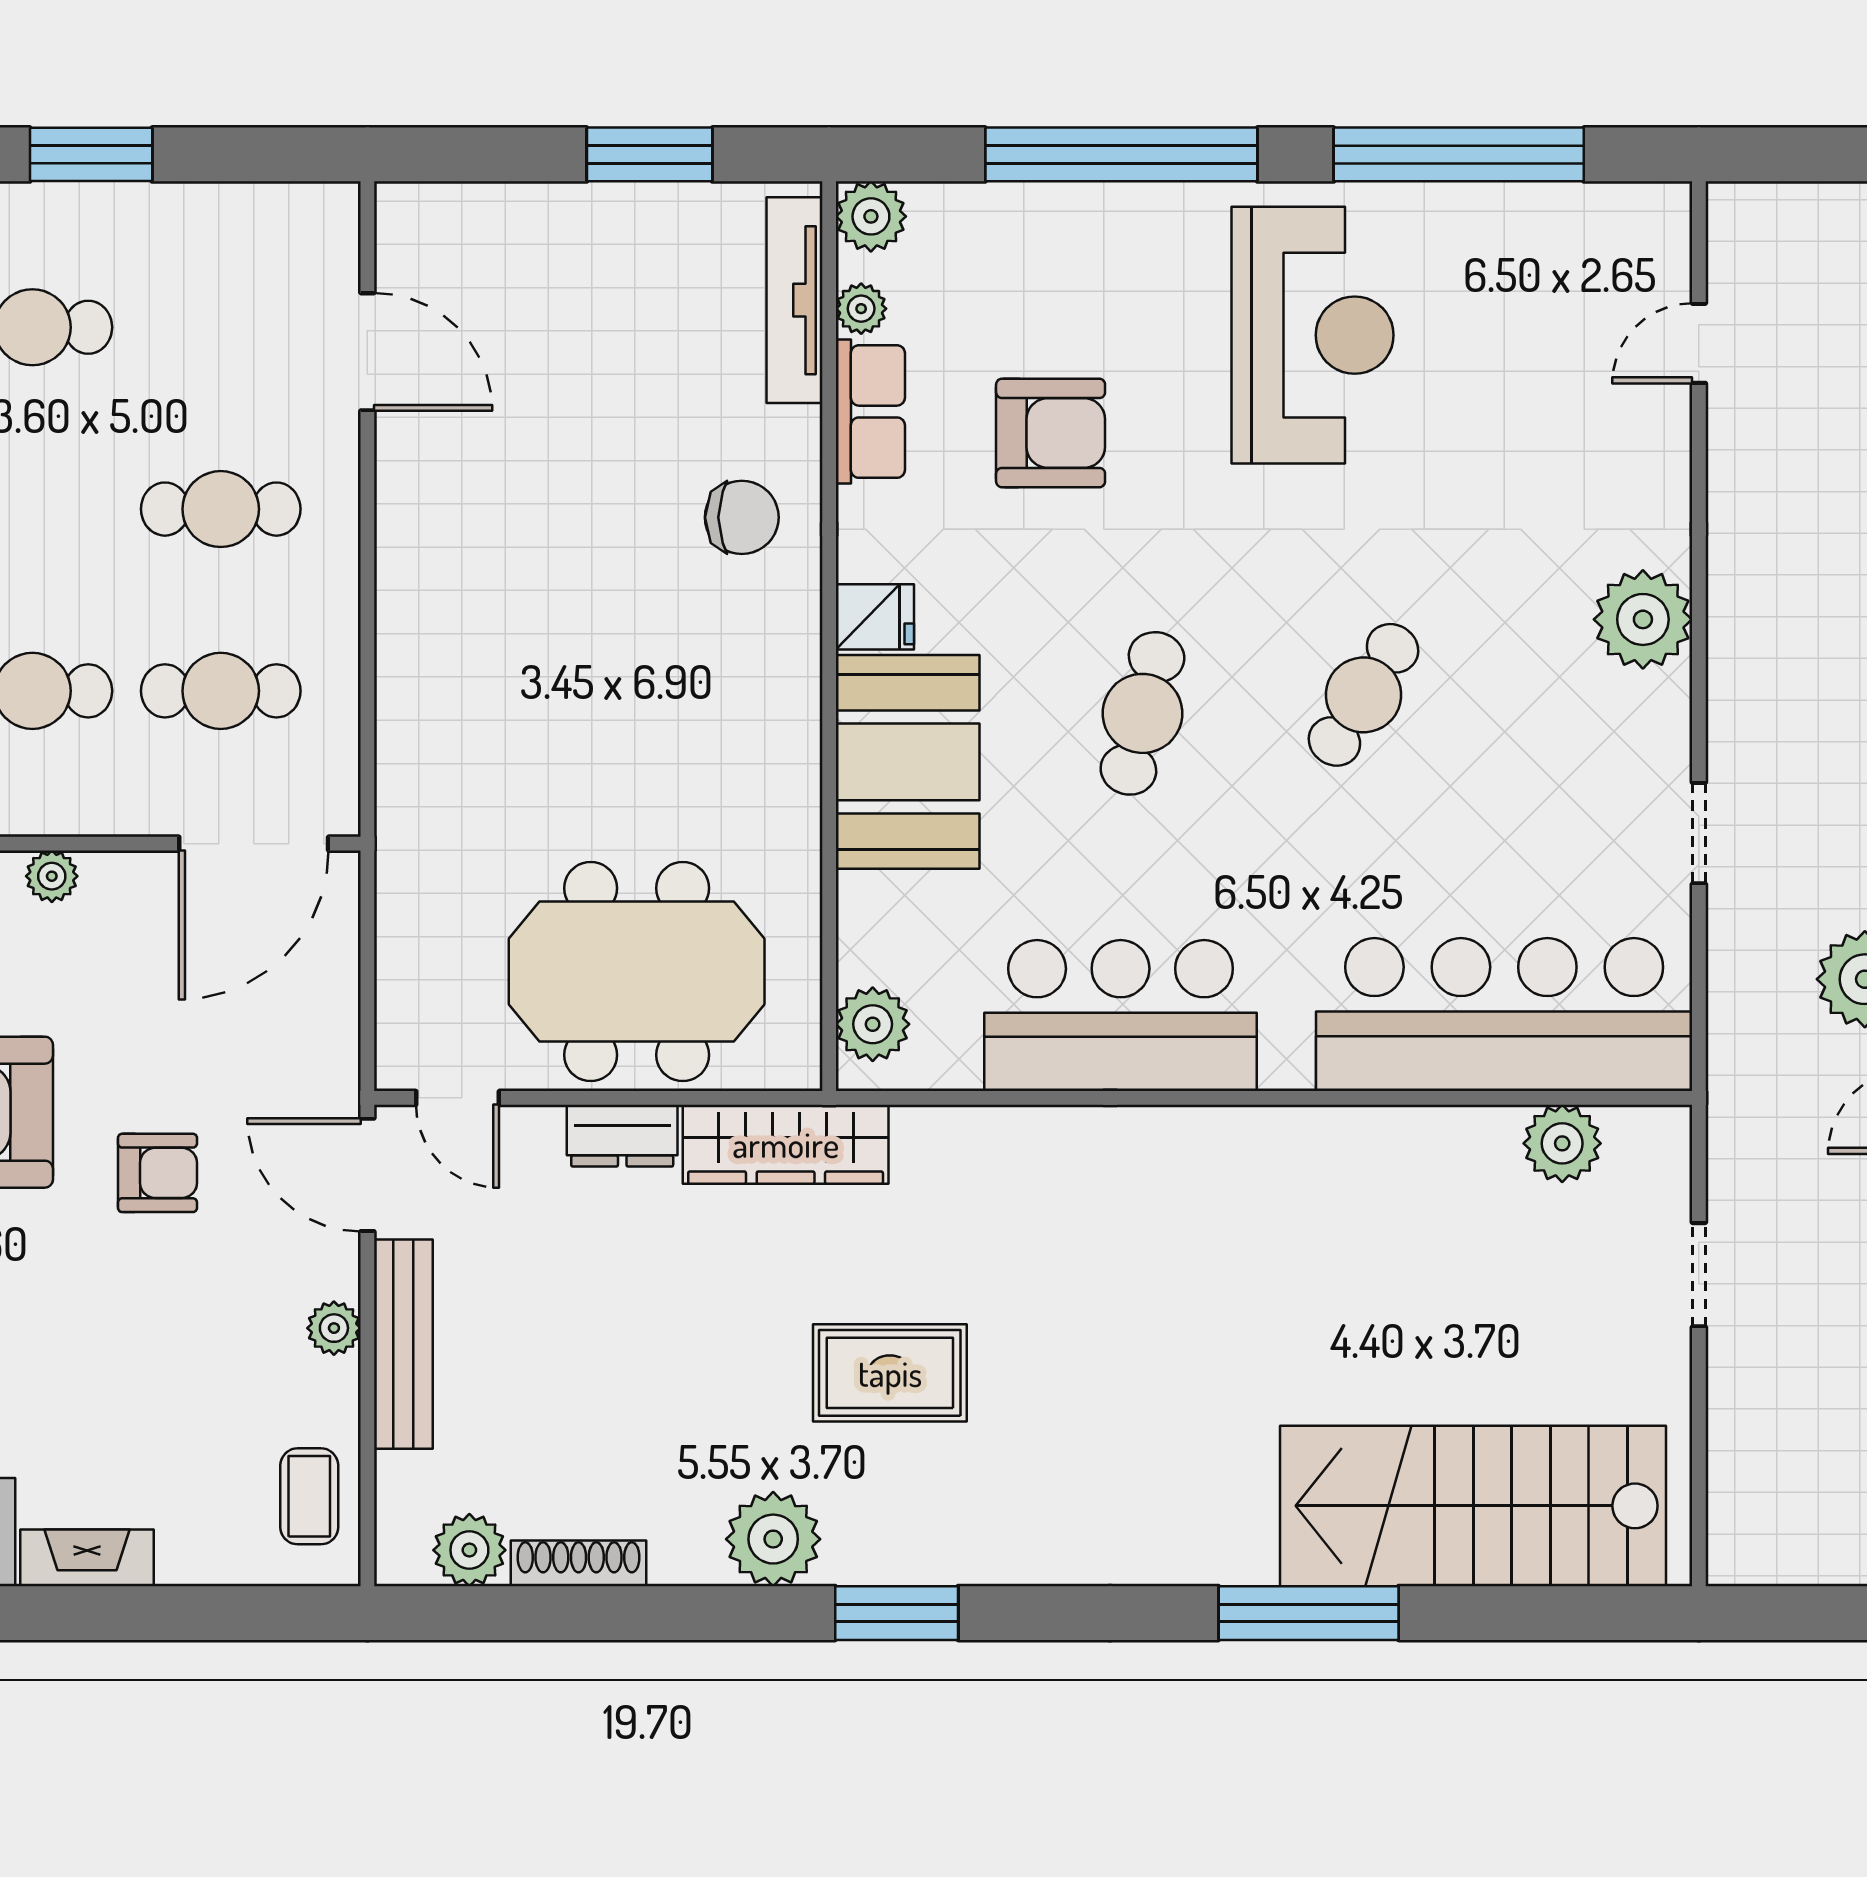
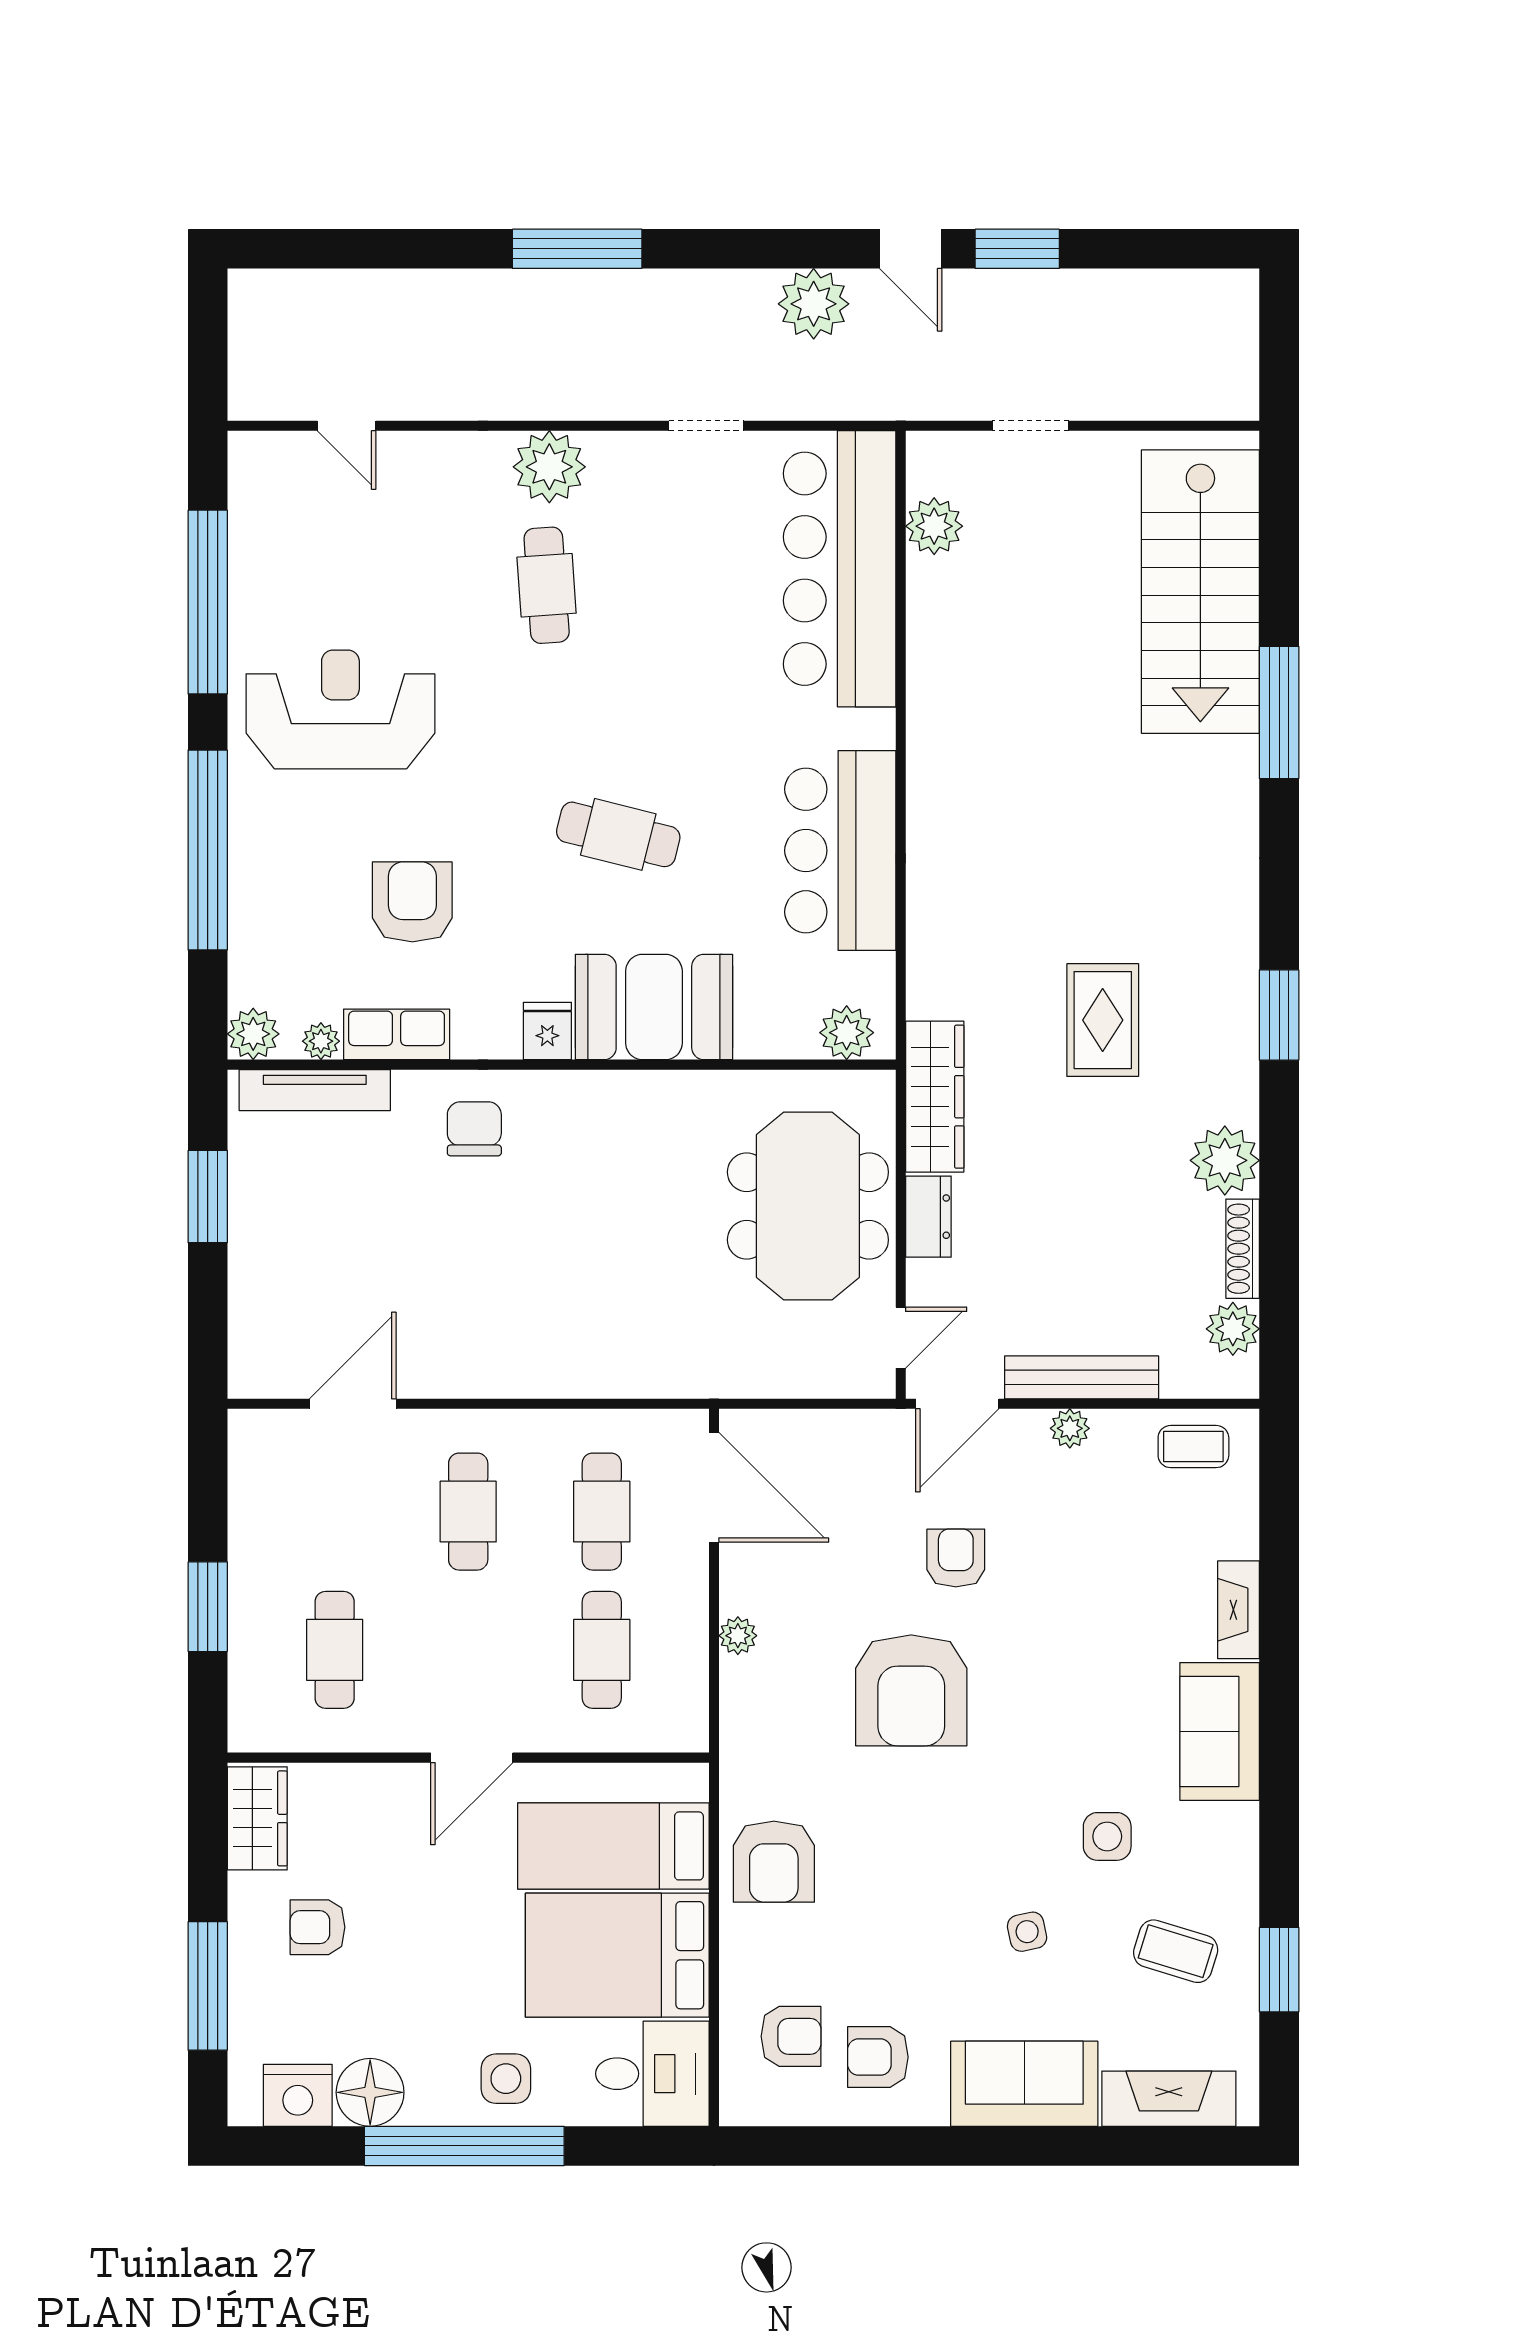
cafe table: (1363, 695) -> (547, 585), moved, turned 54
plant: (773, 1539) -> (1225, 1160), moved

